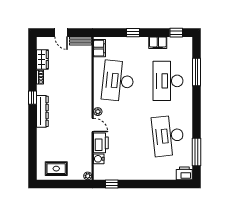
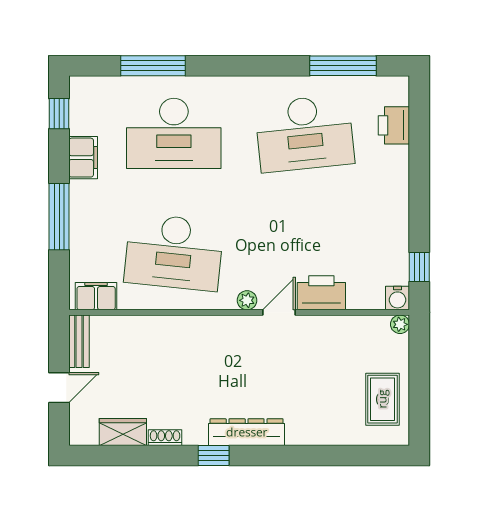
window: (133, 33) -> (59, 217), width x2.17
water cooler: (99, 159) -> (397, 298), moved
printer: (184, 173) -> (394, 125), moved

